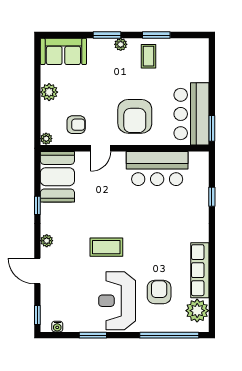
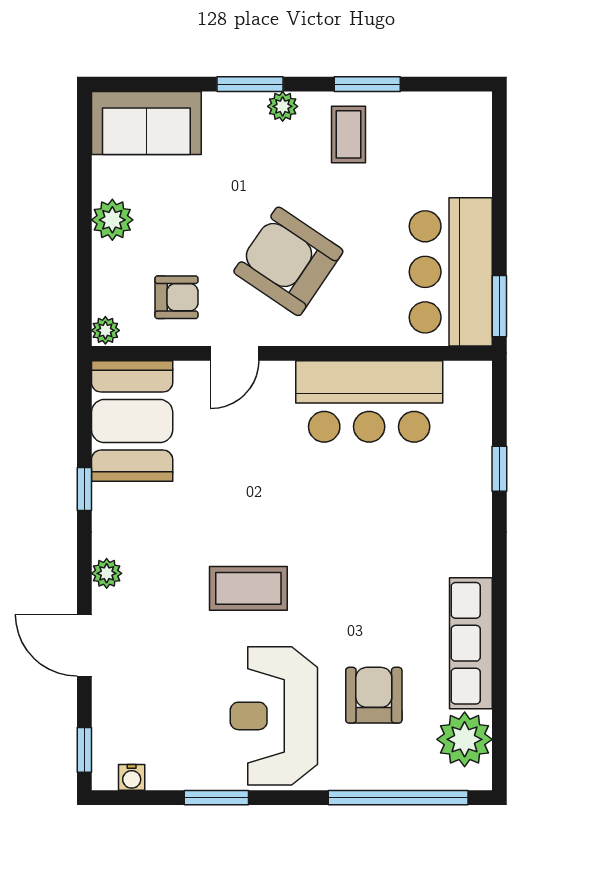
armchair: (135, 116) -> (288, 261), moved, turned 124

